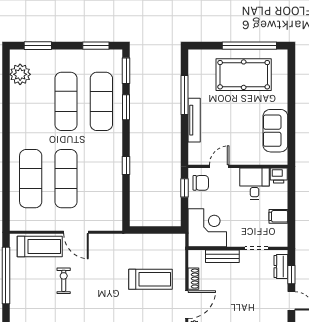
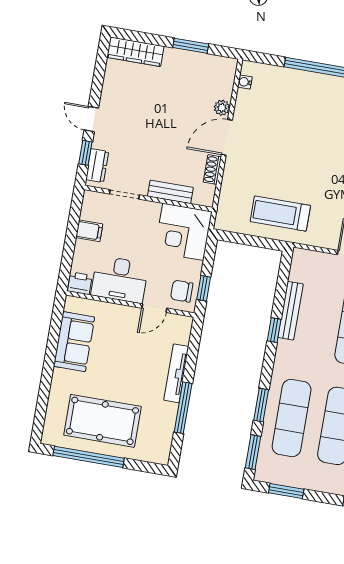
bench: (116, 182) -> (290, 311), added
desk: (255, 184) -> (120, 279), width x1.37
treadmill: (151, 279) -> (280, 214), moved

